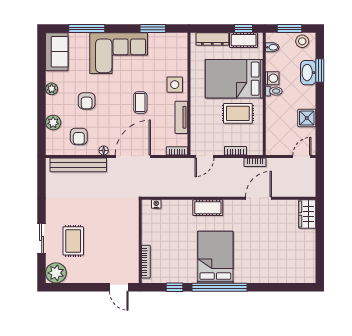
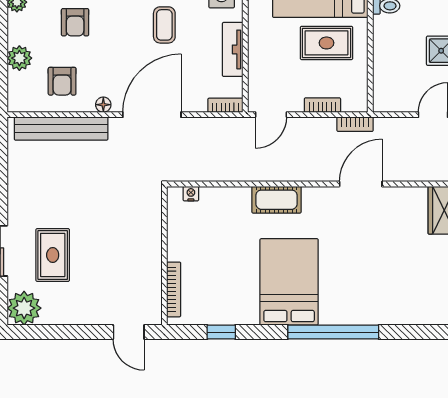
window: (220, 287) -> (333, 332), moved

